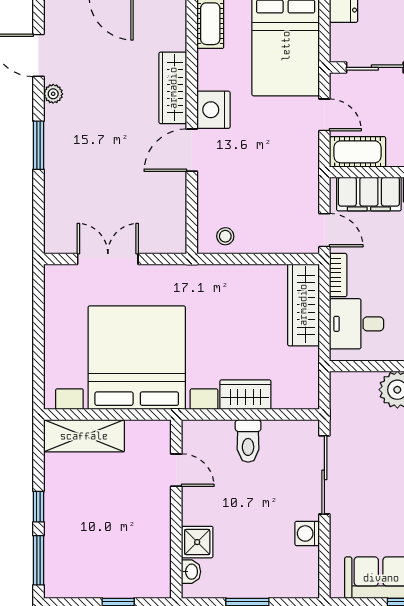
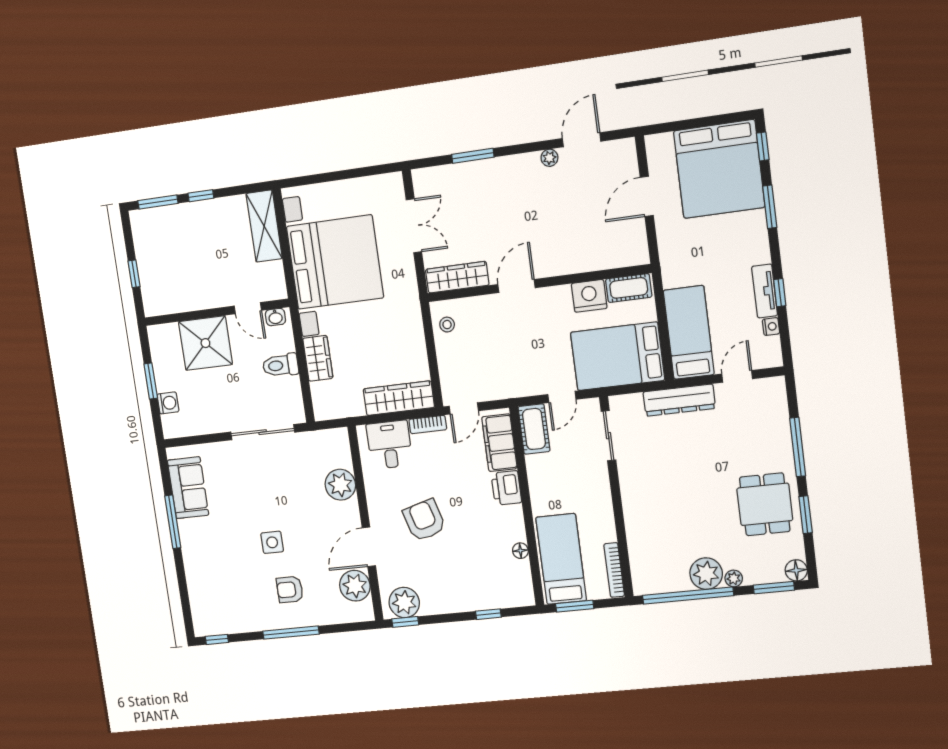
wardrobe: (173, 88) -> (457, 277), moved
nightstand: (213, 110) -> (589, 296), moved
window: (39, 145) -> (473, 156), moved
door: (192, 150) -> (516, 286), hinge flipped
door: (176, 470) -> (248, 308), hinge flipped
washing machine: (307, 533) -> (168, 403), moved, turned 90
shower: (197, 542) -> (205, 343), width x1.86, depth x1.86
washbasin: (191, 572) -> (275, 317), moved

